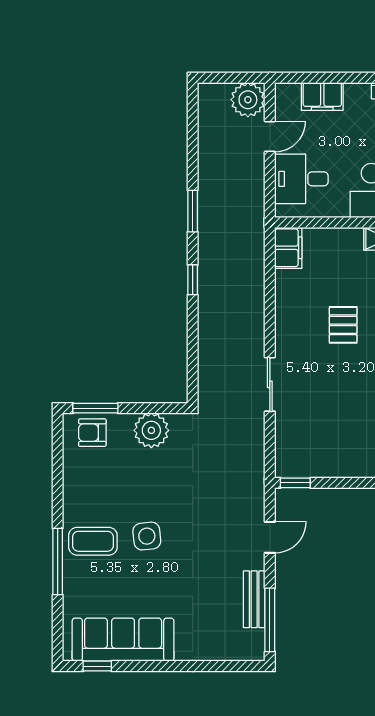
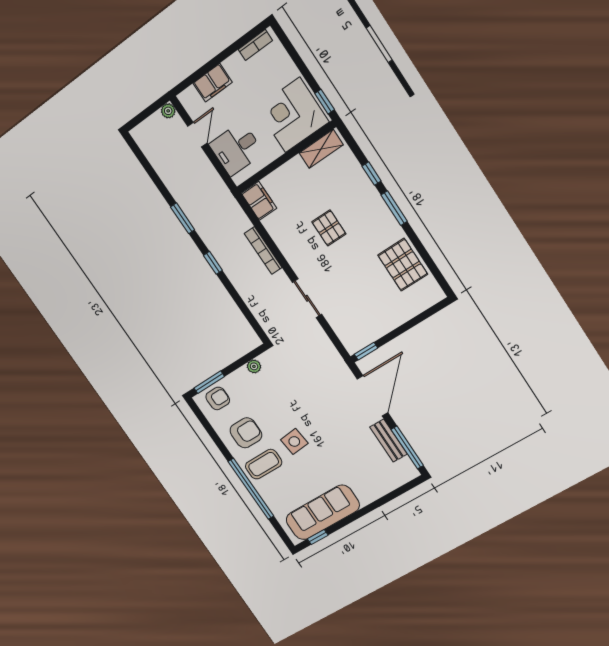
plant: (248, 100) -> (168, 111), width x0.53, depth x0.53
bookcase: (257, 303) -> (263, 251), added
plant: (151, 430) -> (254, 366), width x0.53, depth x0.53
armchair: (92, 433) -> (218, 398), turned 180
armchair: (98, 492) -> (246, 433), added
door: (270, 537) -> (373, 396), width x1.87
window: (58, 562) -> (251, 489), width x1.46

